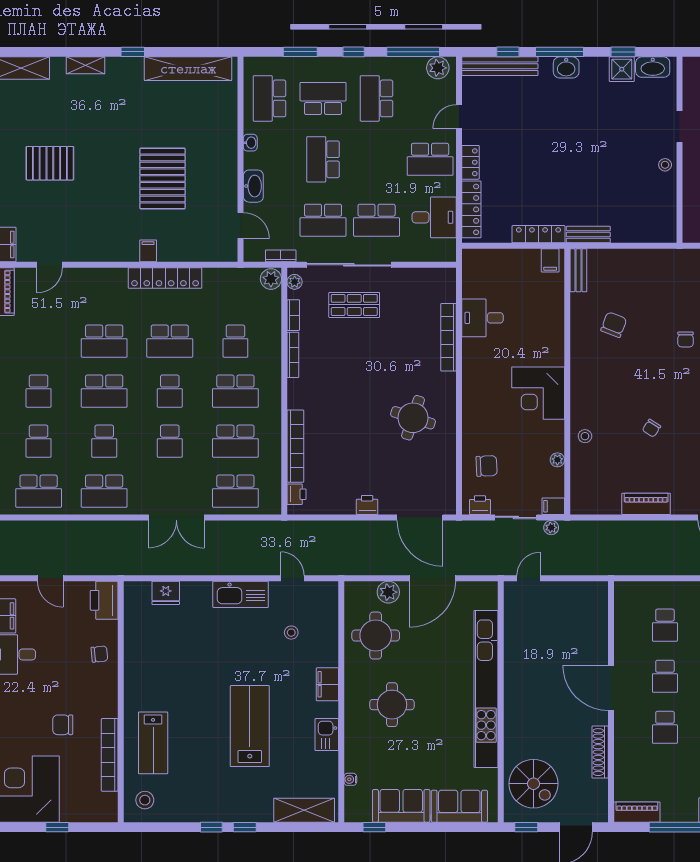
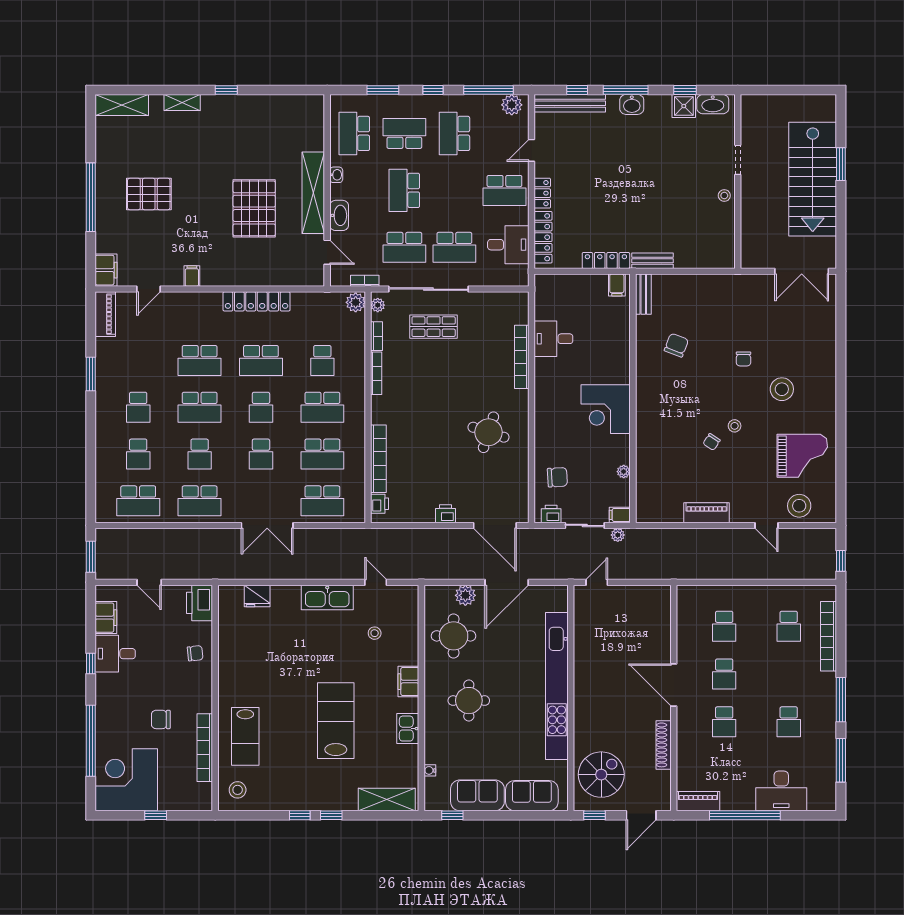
shelving: (188, 69) -> (313, 193), moved, turned 90
filing cabinet: (148, 251) -> (192, 276), moved
stool: (585, 436) -> (735, 426), moved
spiral stairs: (533, 784) -> (601, 775), turned -90

